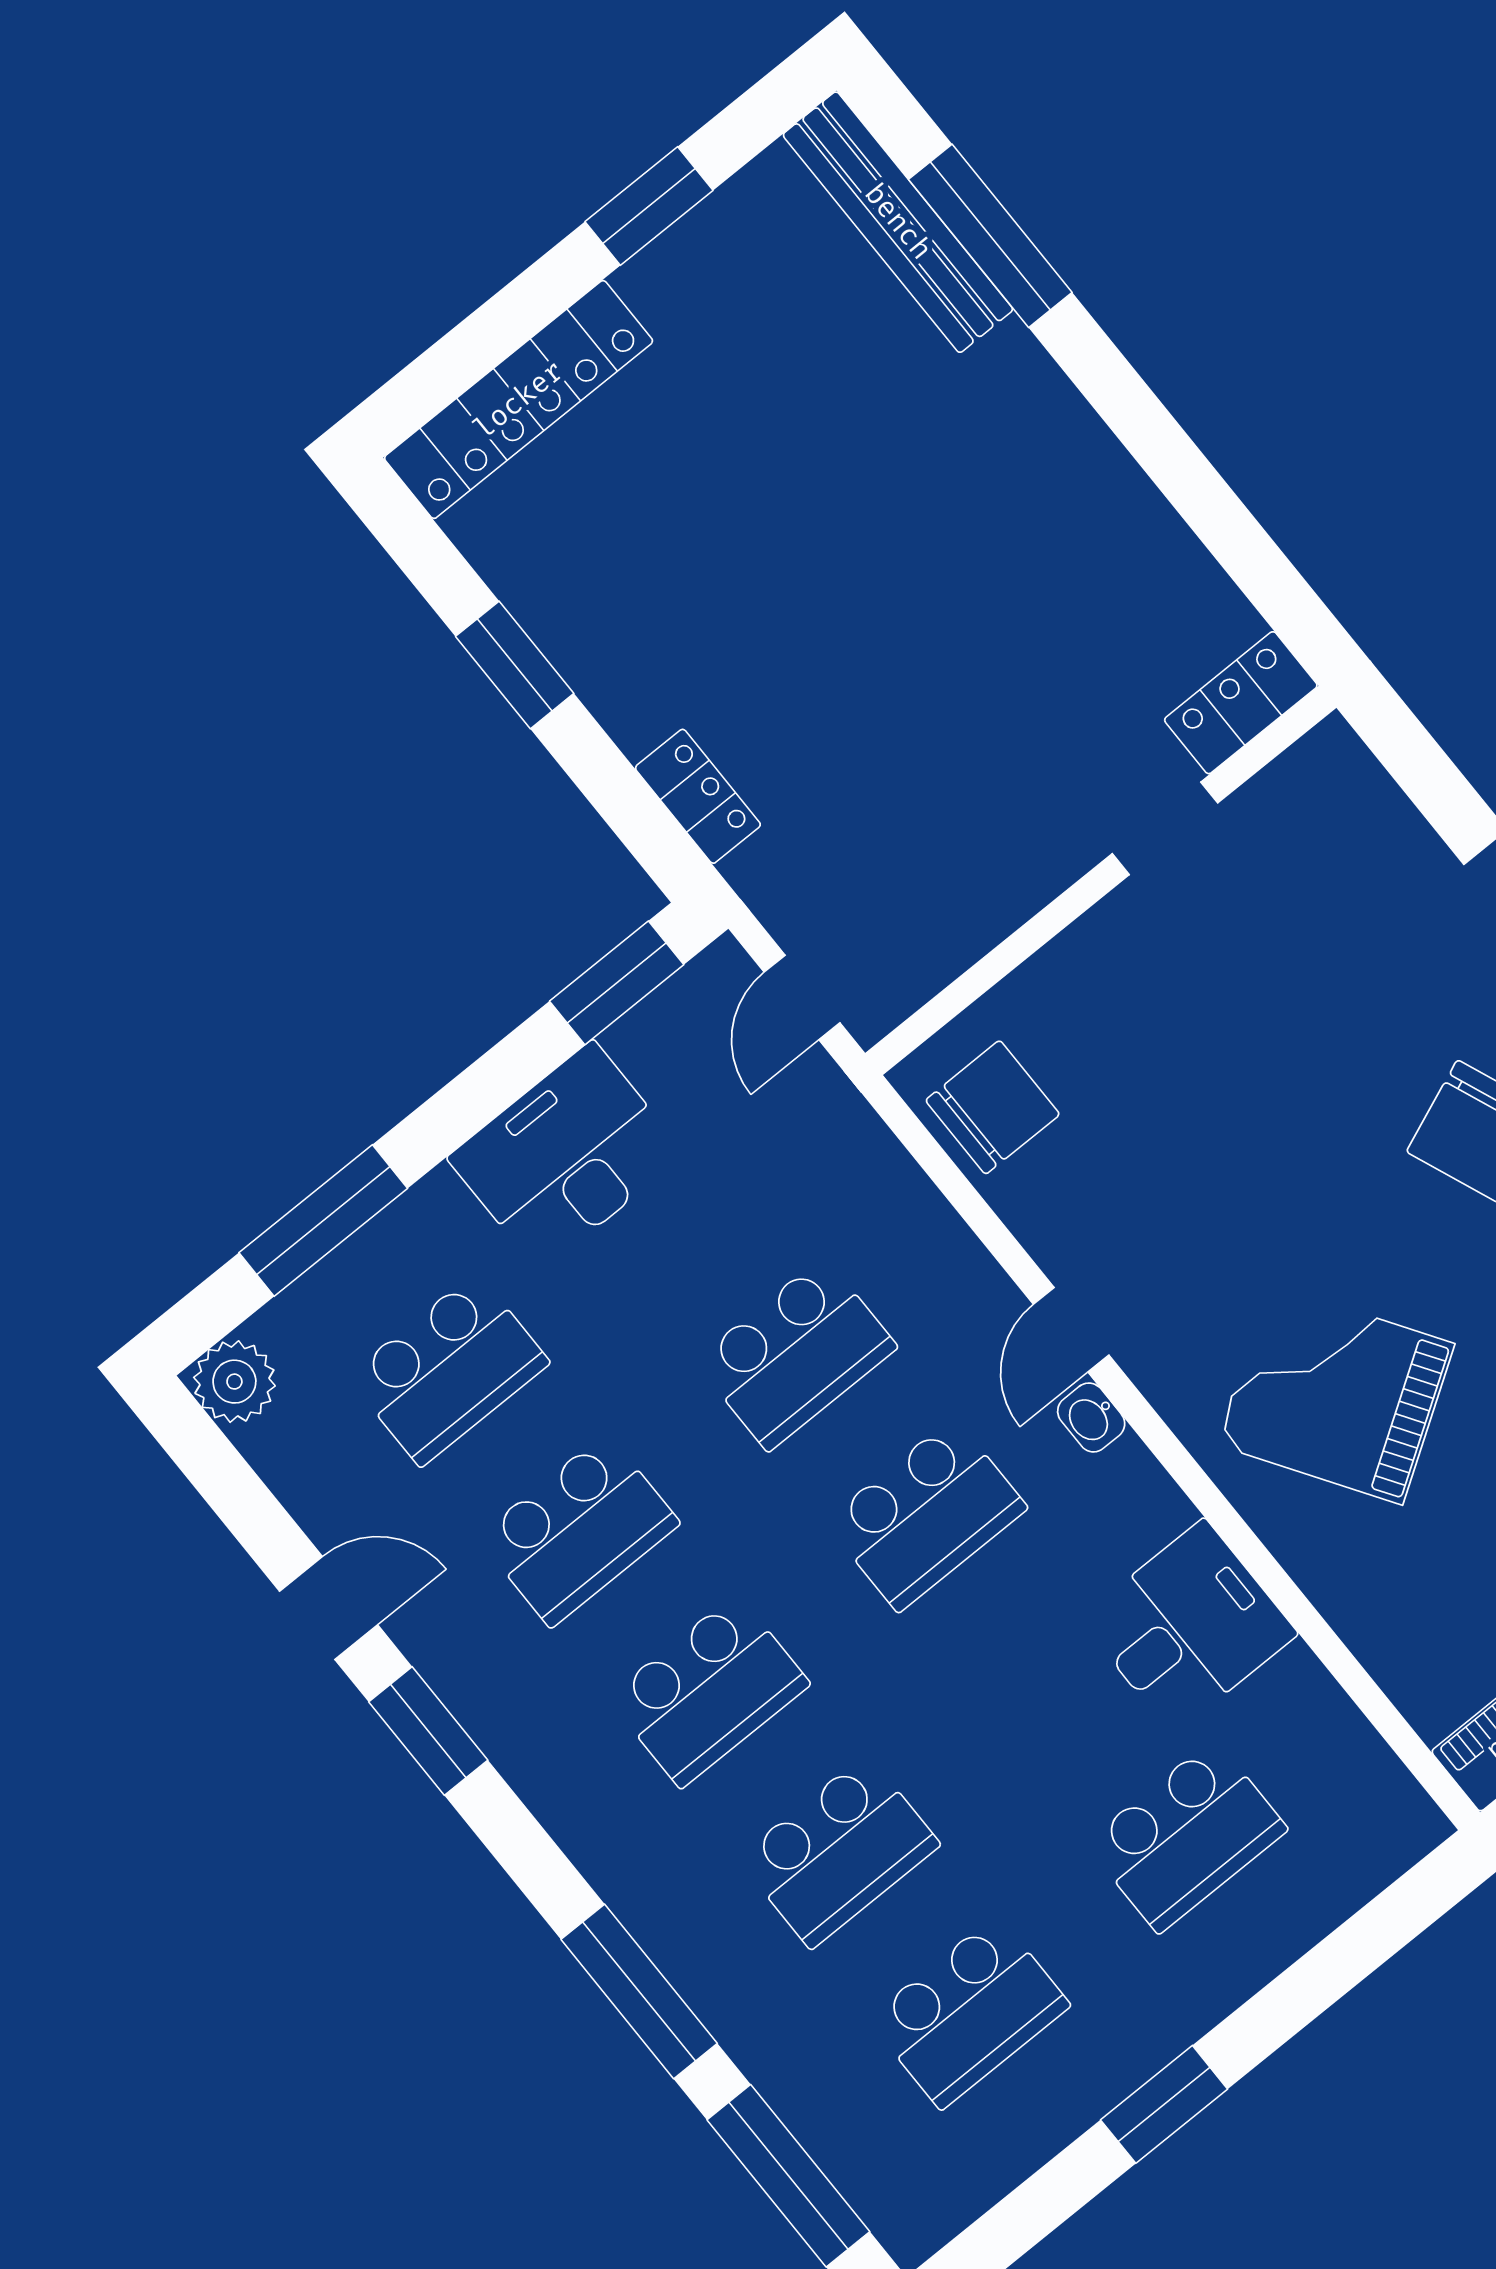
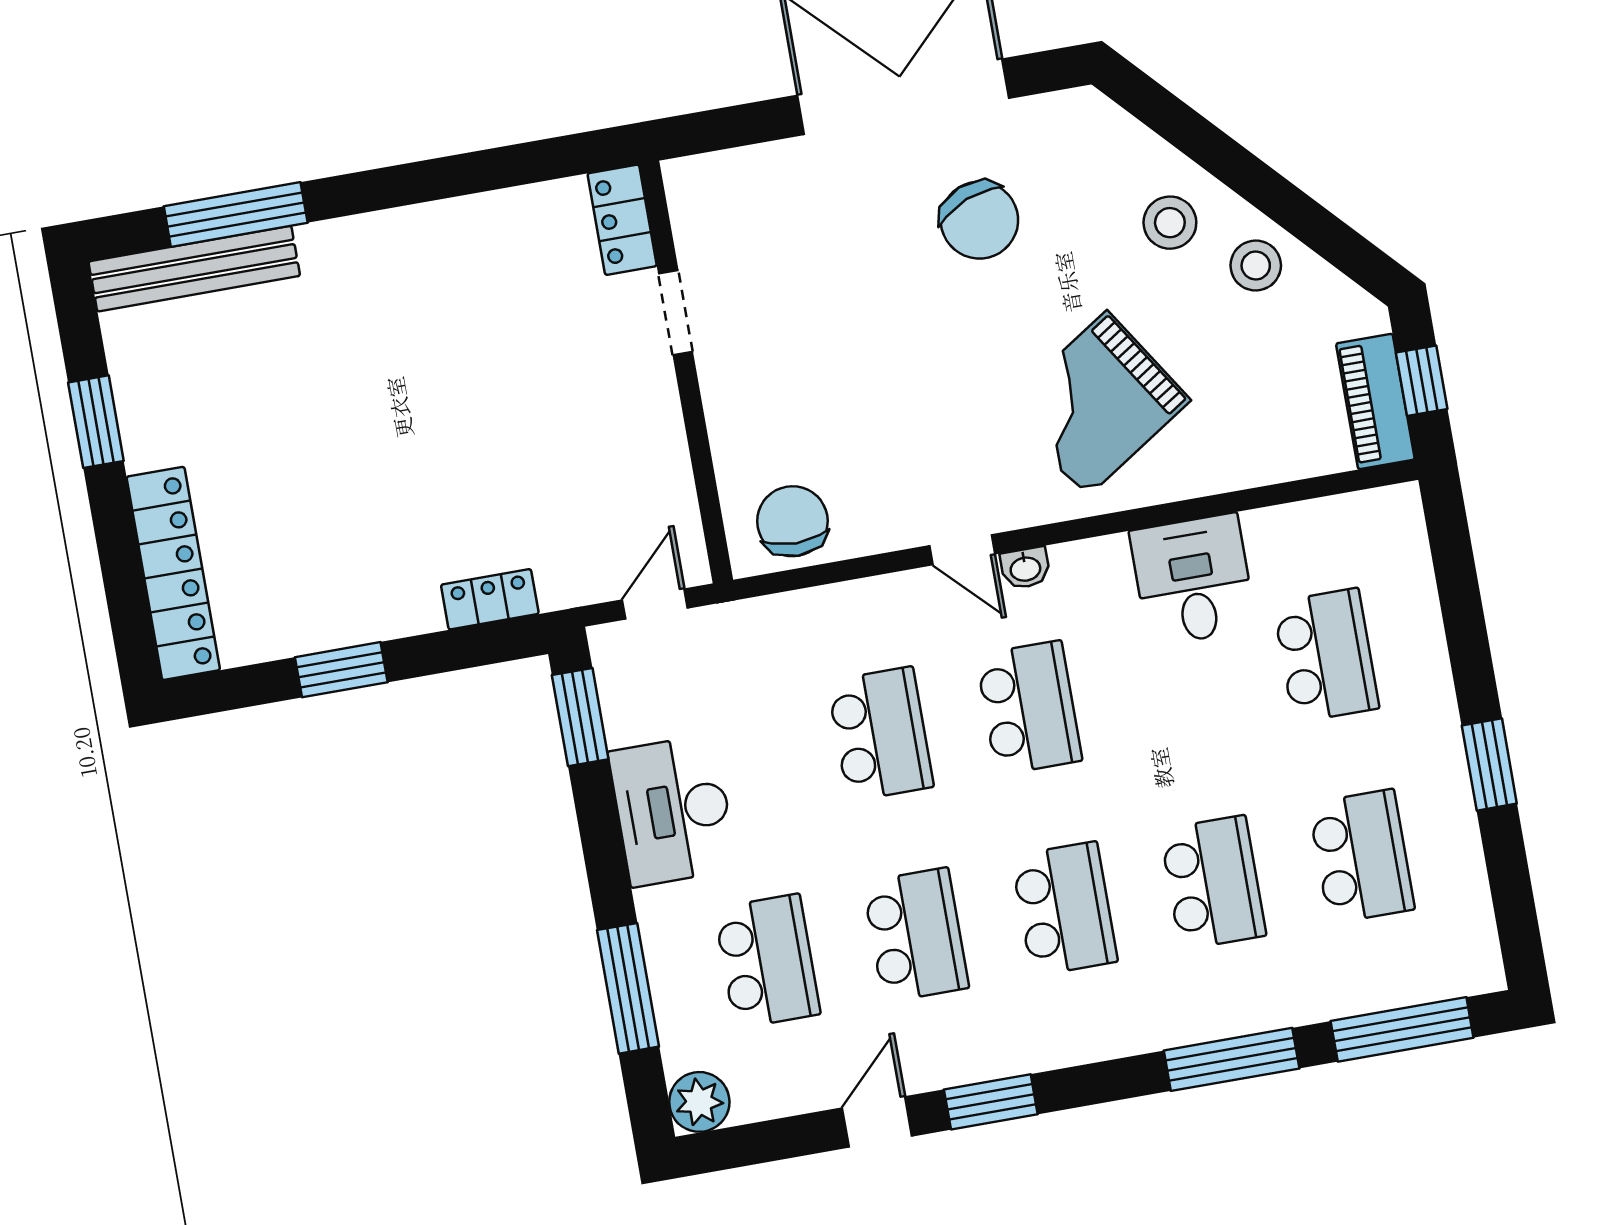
door: (802, 997) -> (655, 604), swing flipped

